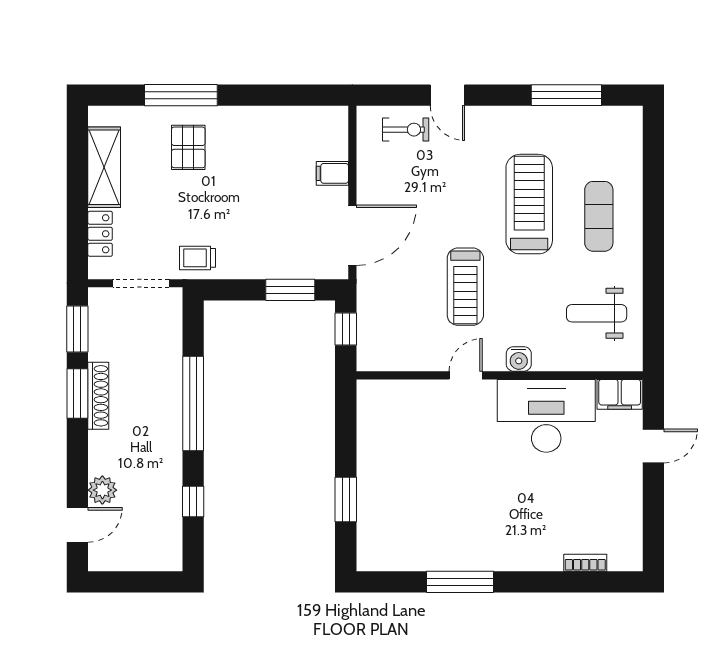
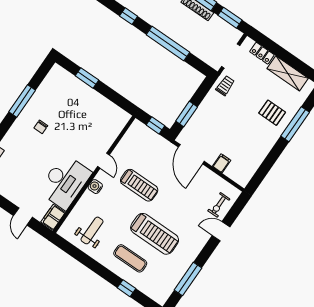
window: (653, 188) -> (127, 288), added
treadmill: (465, 287) -> (139, 185), turned 180
chair: (482, 520) -> (41, 127), added

